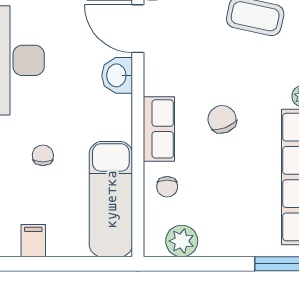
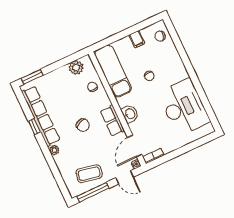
door: (138, 29) -> (135, 146), swing flipped
washbasin: (117, 75) -> (130, 114), moved
row of seats: (159, 129) -> (112, 121), moved

